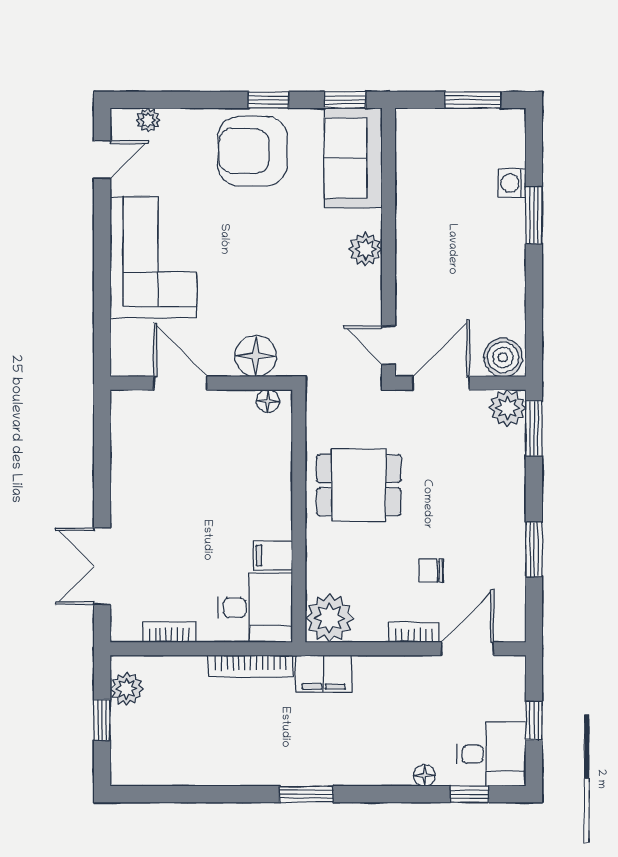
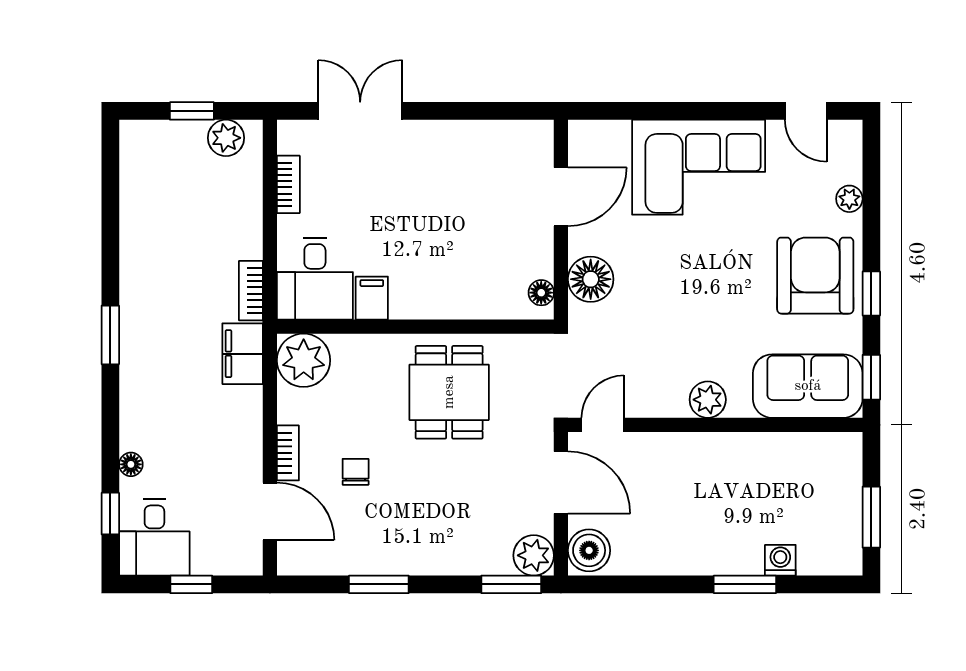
plant: (148, 120) -> (849, 199), moved
bookcase: (251, 666) -> (251, 291), width x0.64

